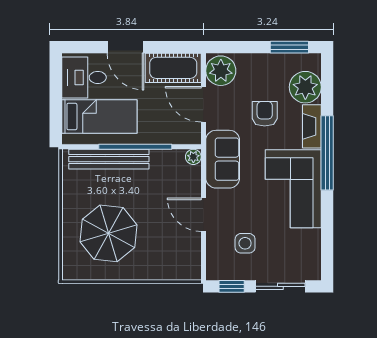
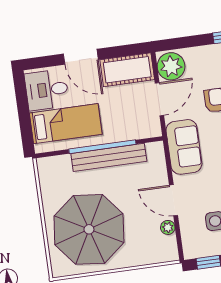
door: (203, 104) -> (159, 99), swing flipped
plant: (193, 157) -> (168, 227), moved
bench: (109, 159) -> (109, 157), moved
parasol: (109, 233) -> (89, 229), width x1.36, depth x1.36

